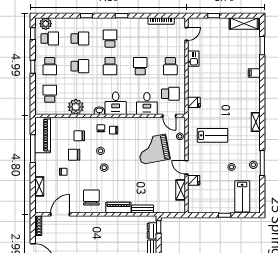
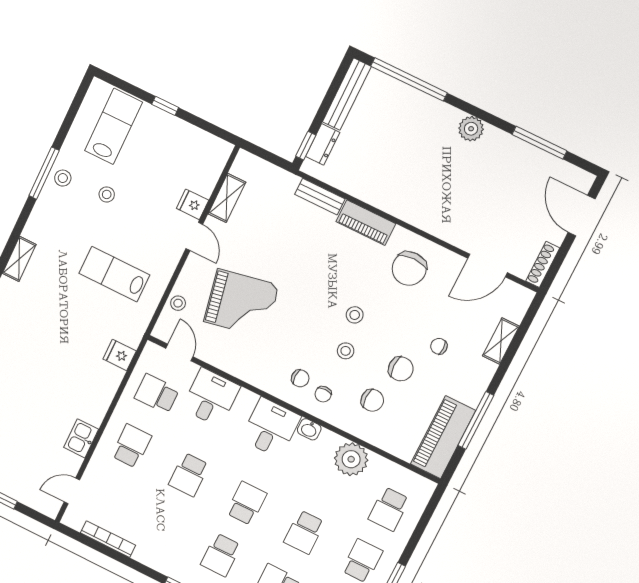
school desk: (80, 66) -> (304, 532), turned -90

